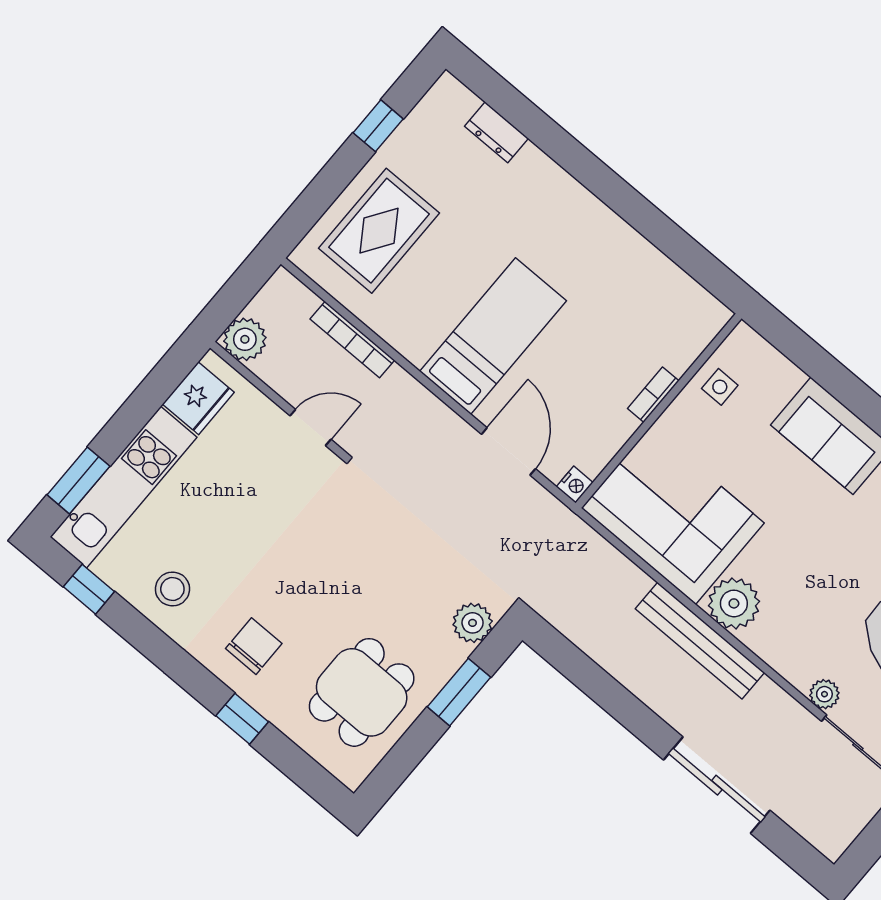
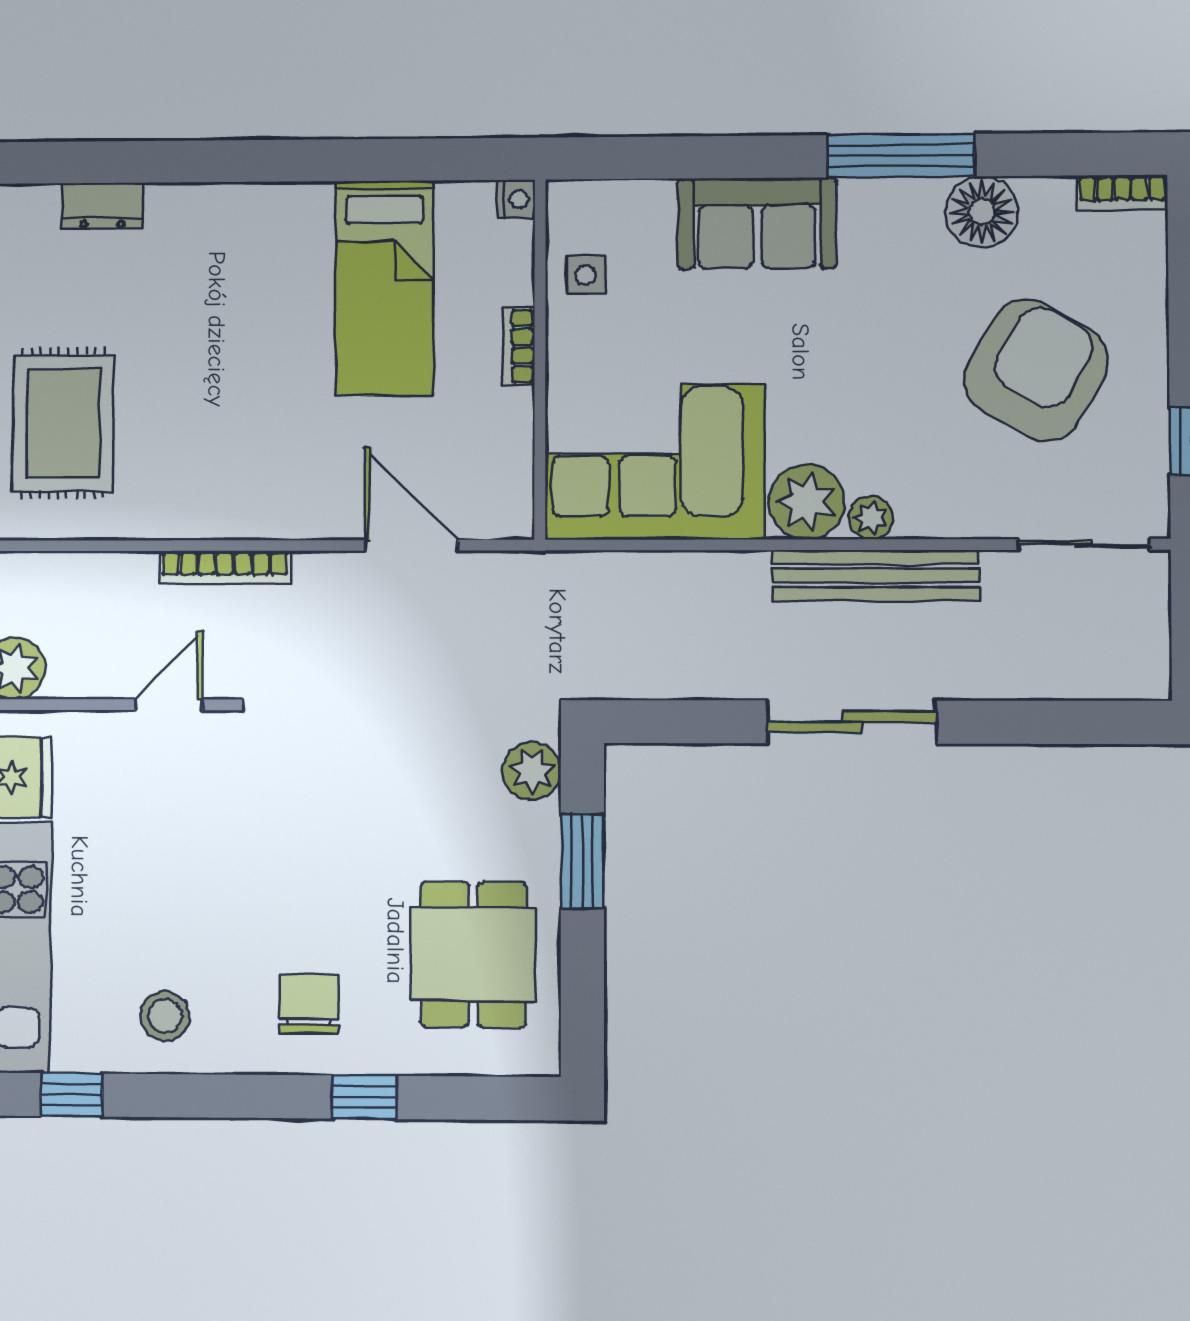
bed: (493, 336) -> (385, 288), moved, turned 180
bookcase: (352, 339) -> (225, 568), moved
nightstand: (575, 485) -> (516, 199), moved
bench: (700, 641) -> (875, 576), moved
plant: (824, 694) -> (871, 518), moved
sliding door: (717, 785) -> (852, 722), moved

